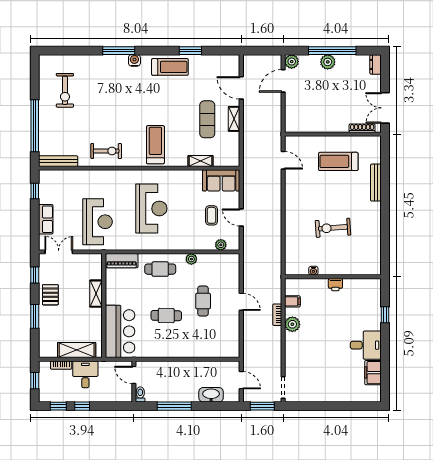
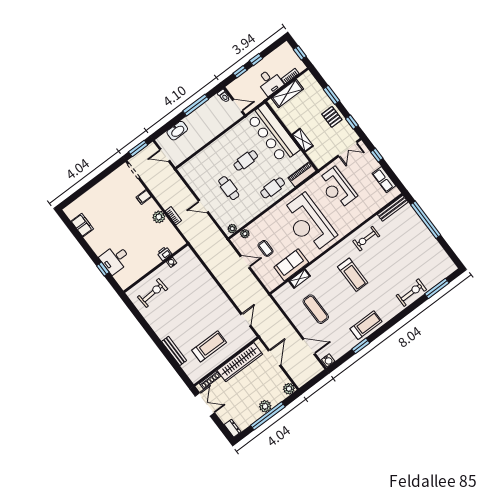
window: (119, 51) -> (437, 288), moved
water cooler: (134, 60) -> (328, 360), moved
treadmill: (170, 67) -> (366, 325), turned 180
door: (283, 81) -> (274, 358), moved
exercise bike: (65, 90) -> (411, 293), moved, turned 90
shelving: (234, 119) -> (298, 323), removed
wardrobe: (320, 123) -> (240, 362), added
treadmill: (155, 145) -> (353, 275), moved
door: (283, 160) -> (246, 320), swing flipped
sofa: (221, 180) -> (291, 265), moved
window: (35, 191) -> (377, 155), moved
reception desk: (151, 208) -> (308, 223), width x1.36, depth x1.30
row of seats: (46, 219) -> (384, 180), moved
exercise bike: (333, 228) -> (153, 293), moved
plant: (191, 259) -> (232, 229), moved
printer: (335, 285) -> (164, 253), moved
filing cabinet: (292, 301) -> (144, 197), moved
bar counter: (120, 331) -> (273, 134), width x1.36
desk: (366, 345) -> (115, 259), moved
window: (58, 406) -> (240, 72), moved

